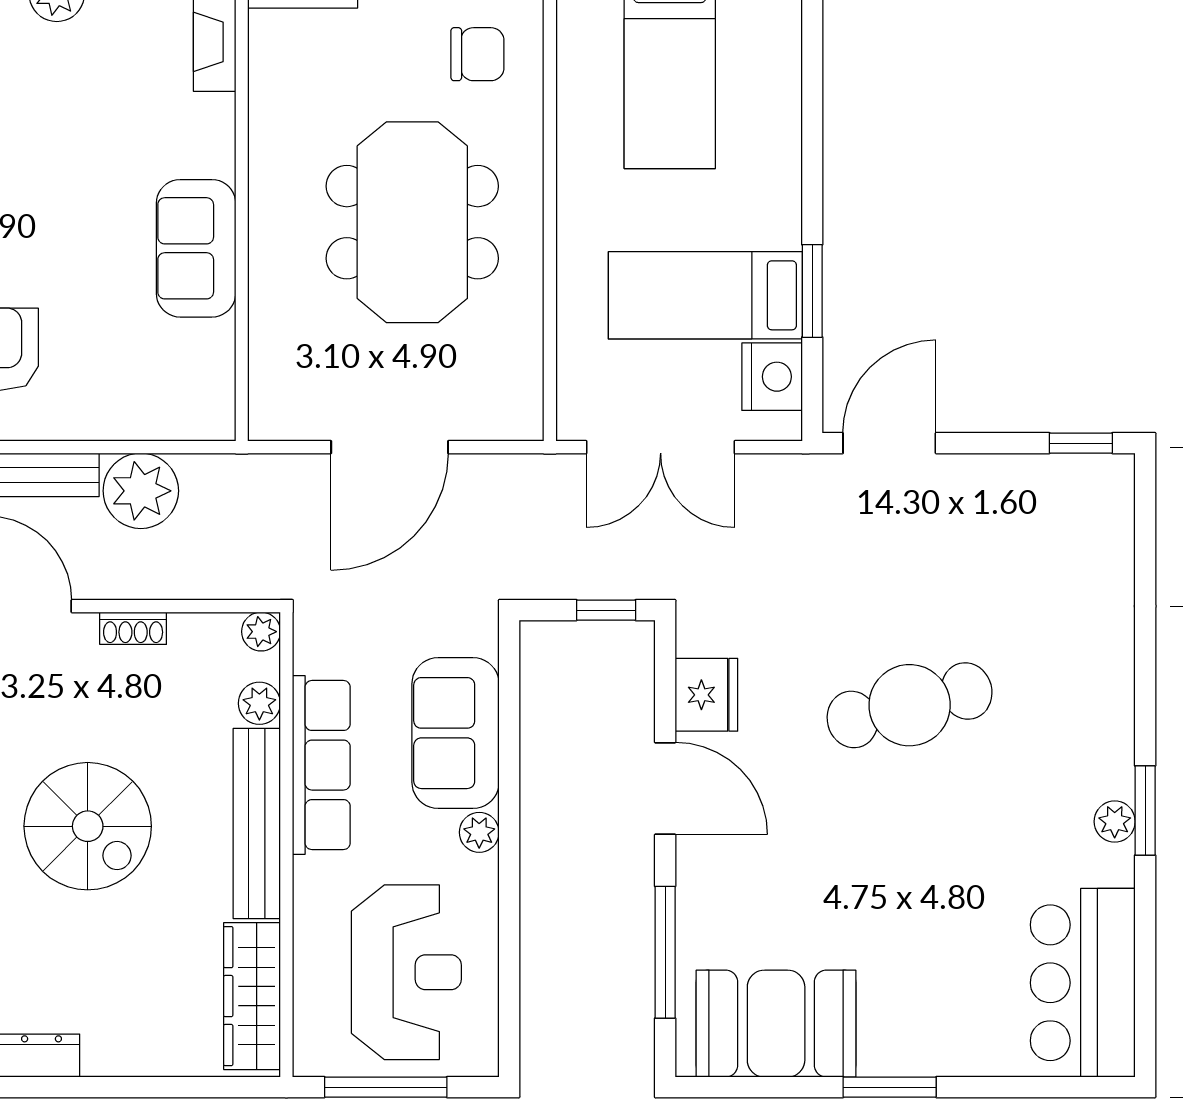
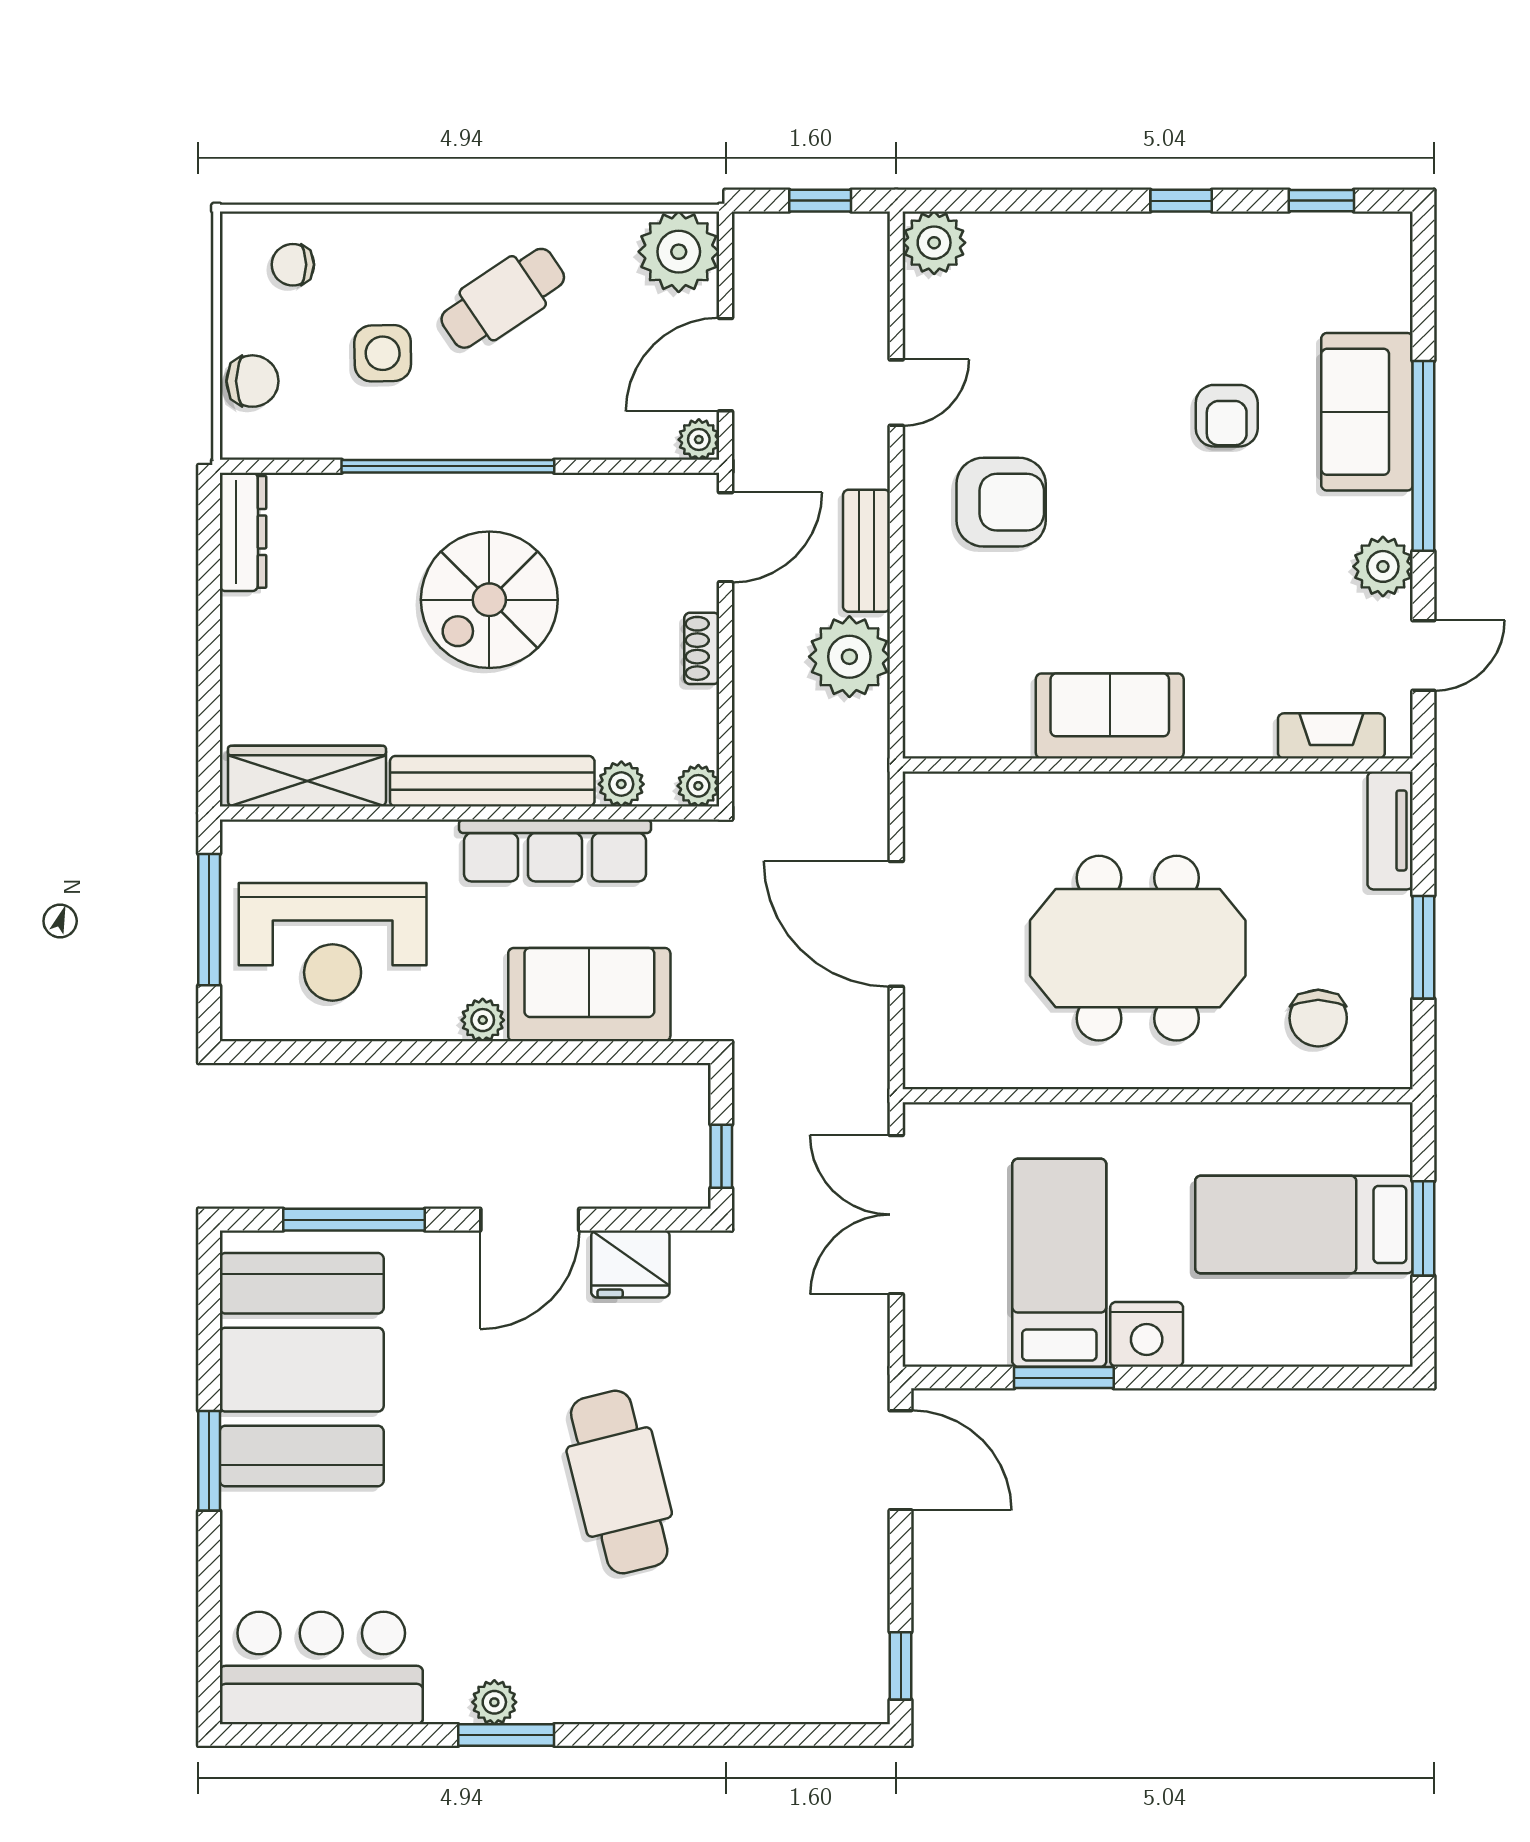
nightstand: (772, 377) -> (1147, 1334), moved
booth: (776, 1024) -> (302, 1370), width x1.36, depth x1.42

